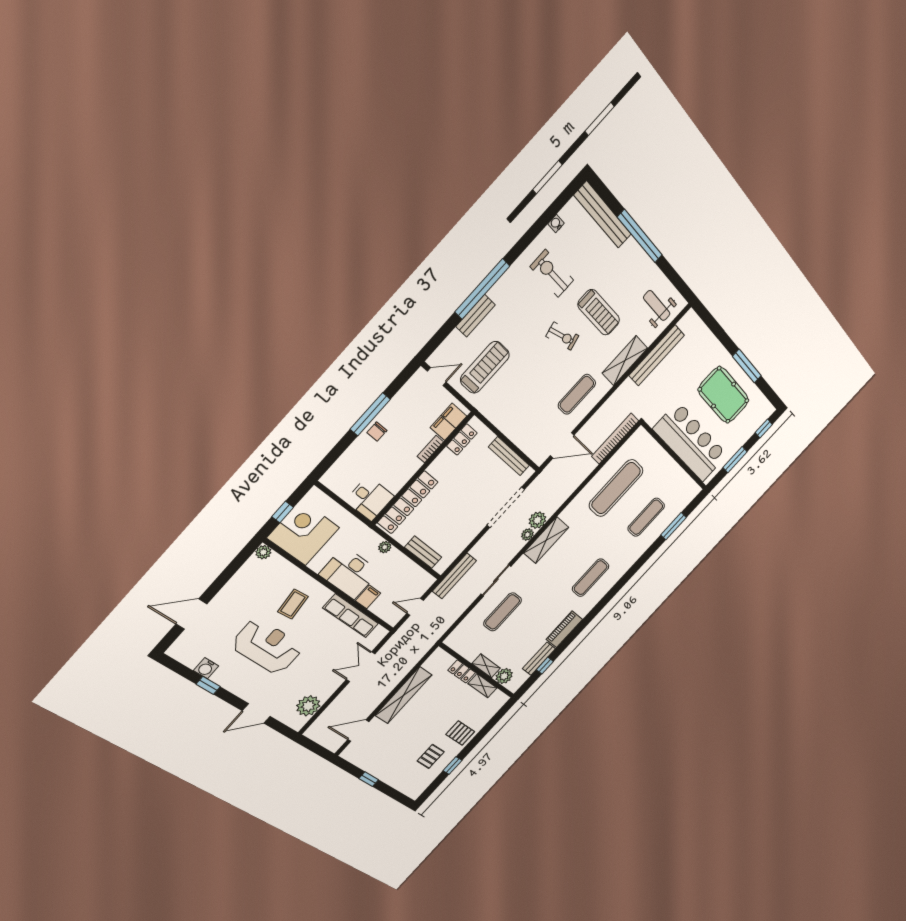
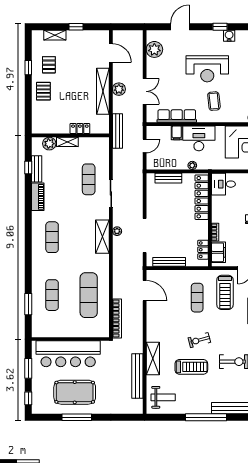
treadmill: (599, 312) -> (191, 367), turned 180
exercise mat: (577, 394) -> (197, 298), moved
door: (562, 445) -> (145, 291), swing flipped
plant: (537, 520) -> (119, 89), moved
bench: (454, 576) -> (117, 131), moved
shelving: (482, 686) -> (55, 35), moved
door: (358, 731) -> (111, 53), hinge flipped
pallet: (460, 733) -> (43, 91), turned 90

